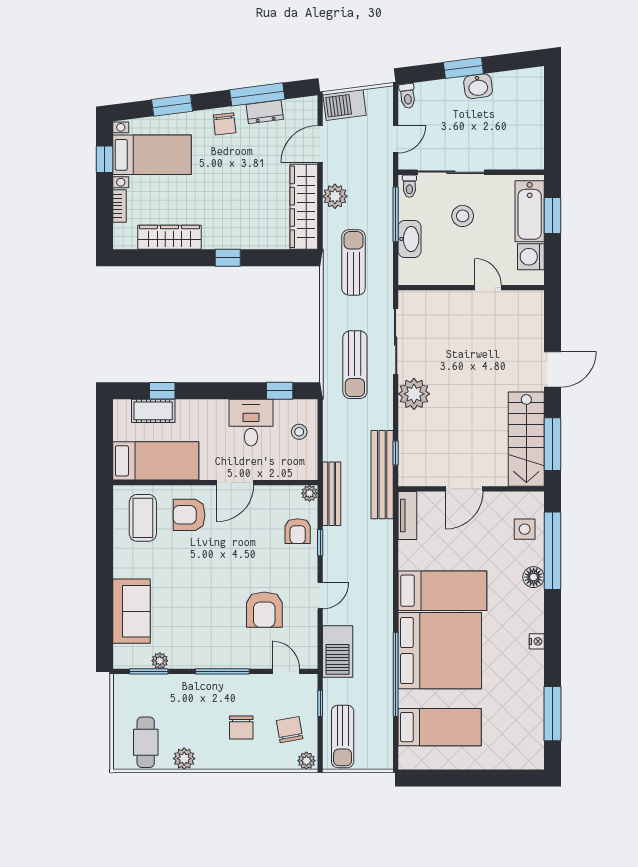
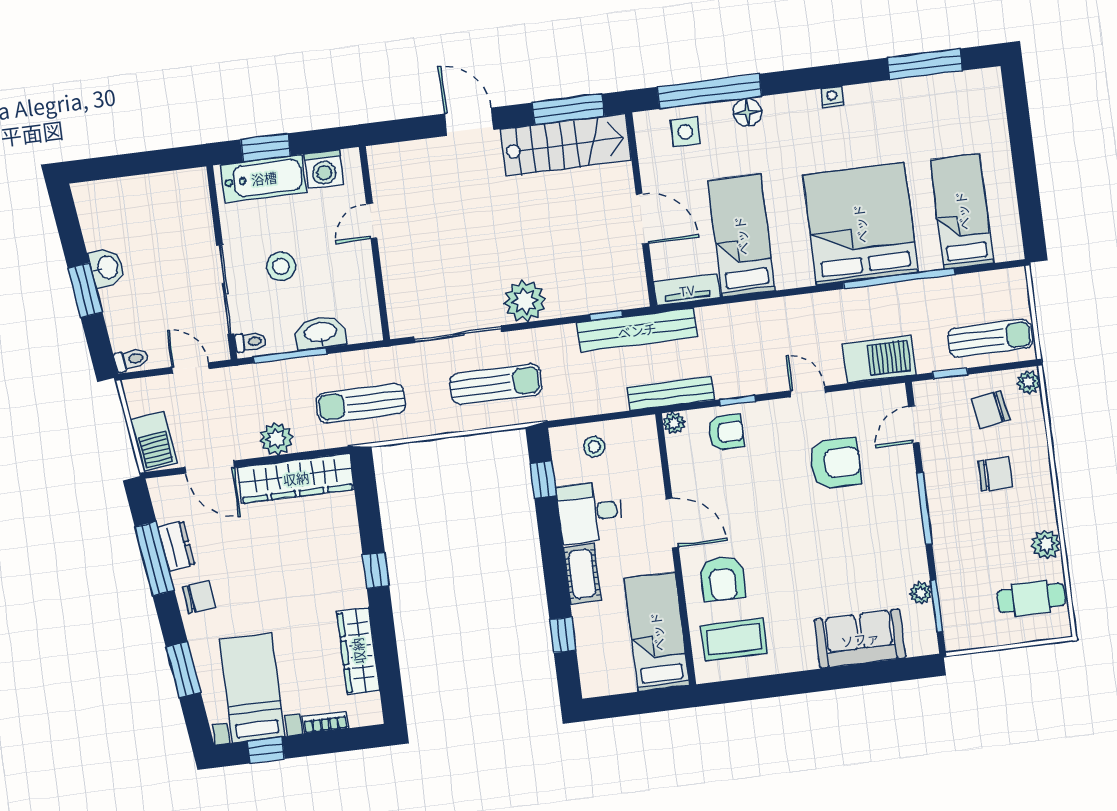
cot: (153, 411) -> (582, 574), moved
bed: (442, 591) -> (741, 236), moved

